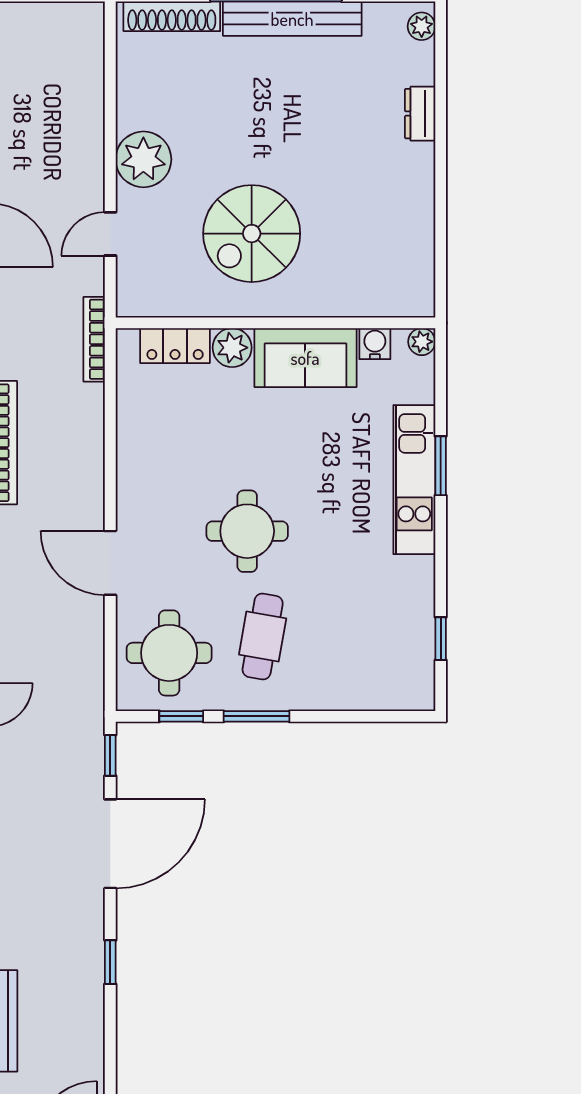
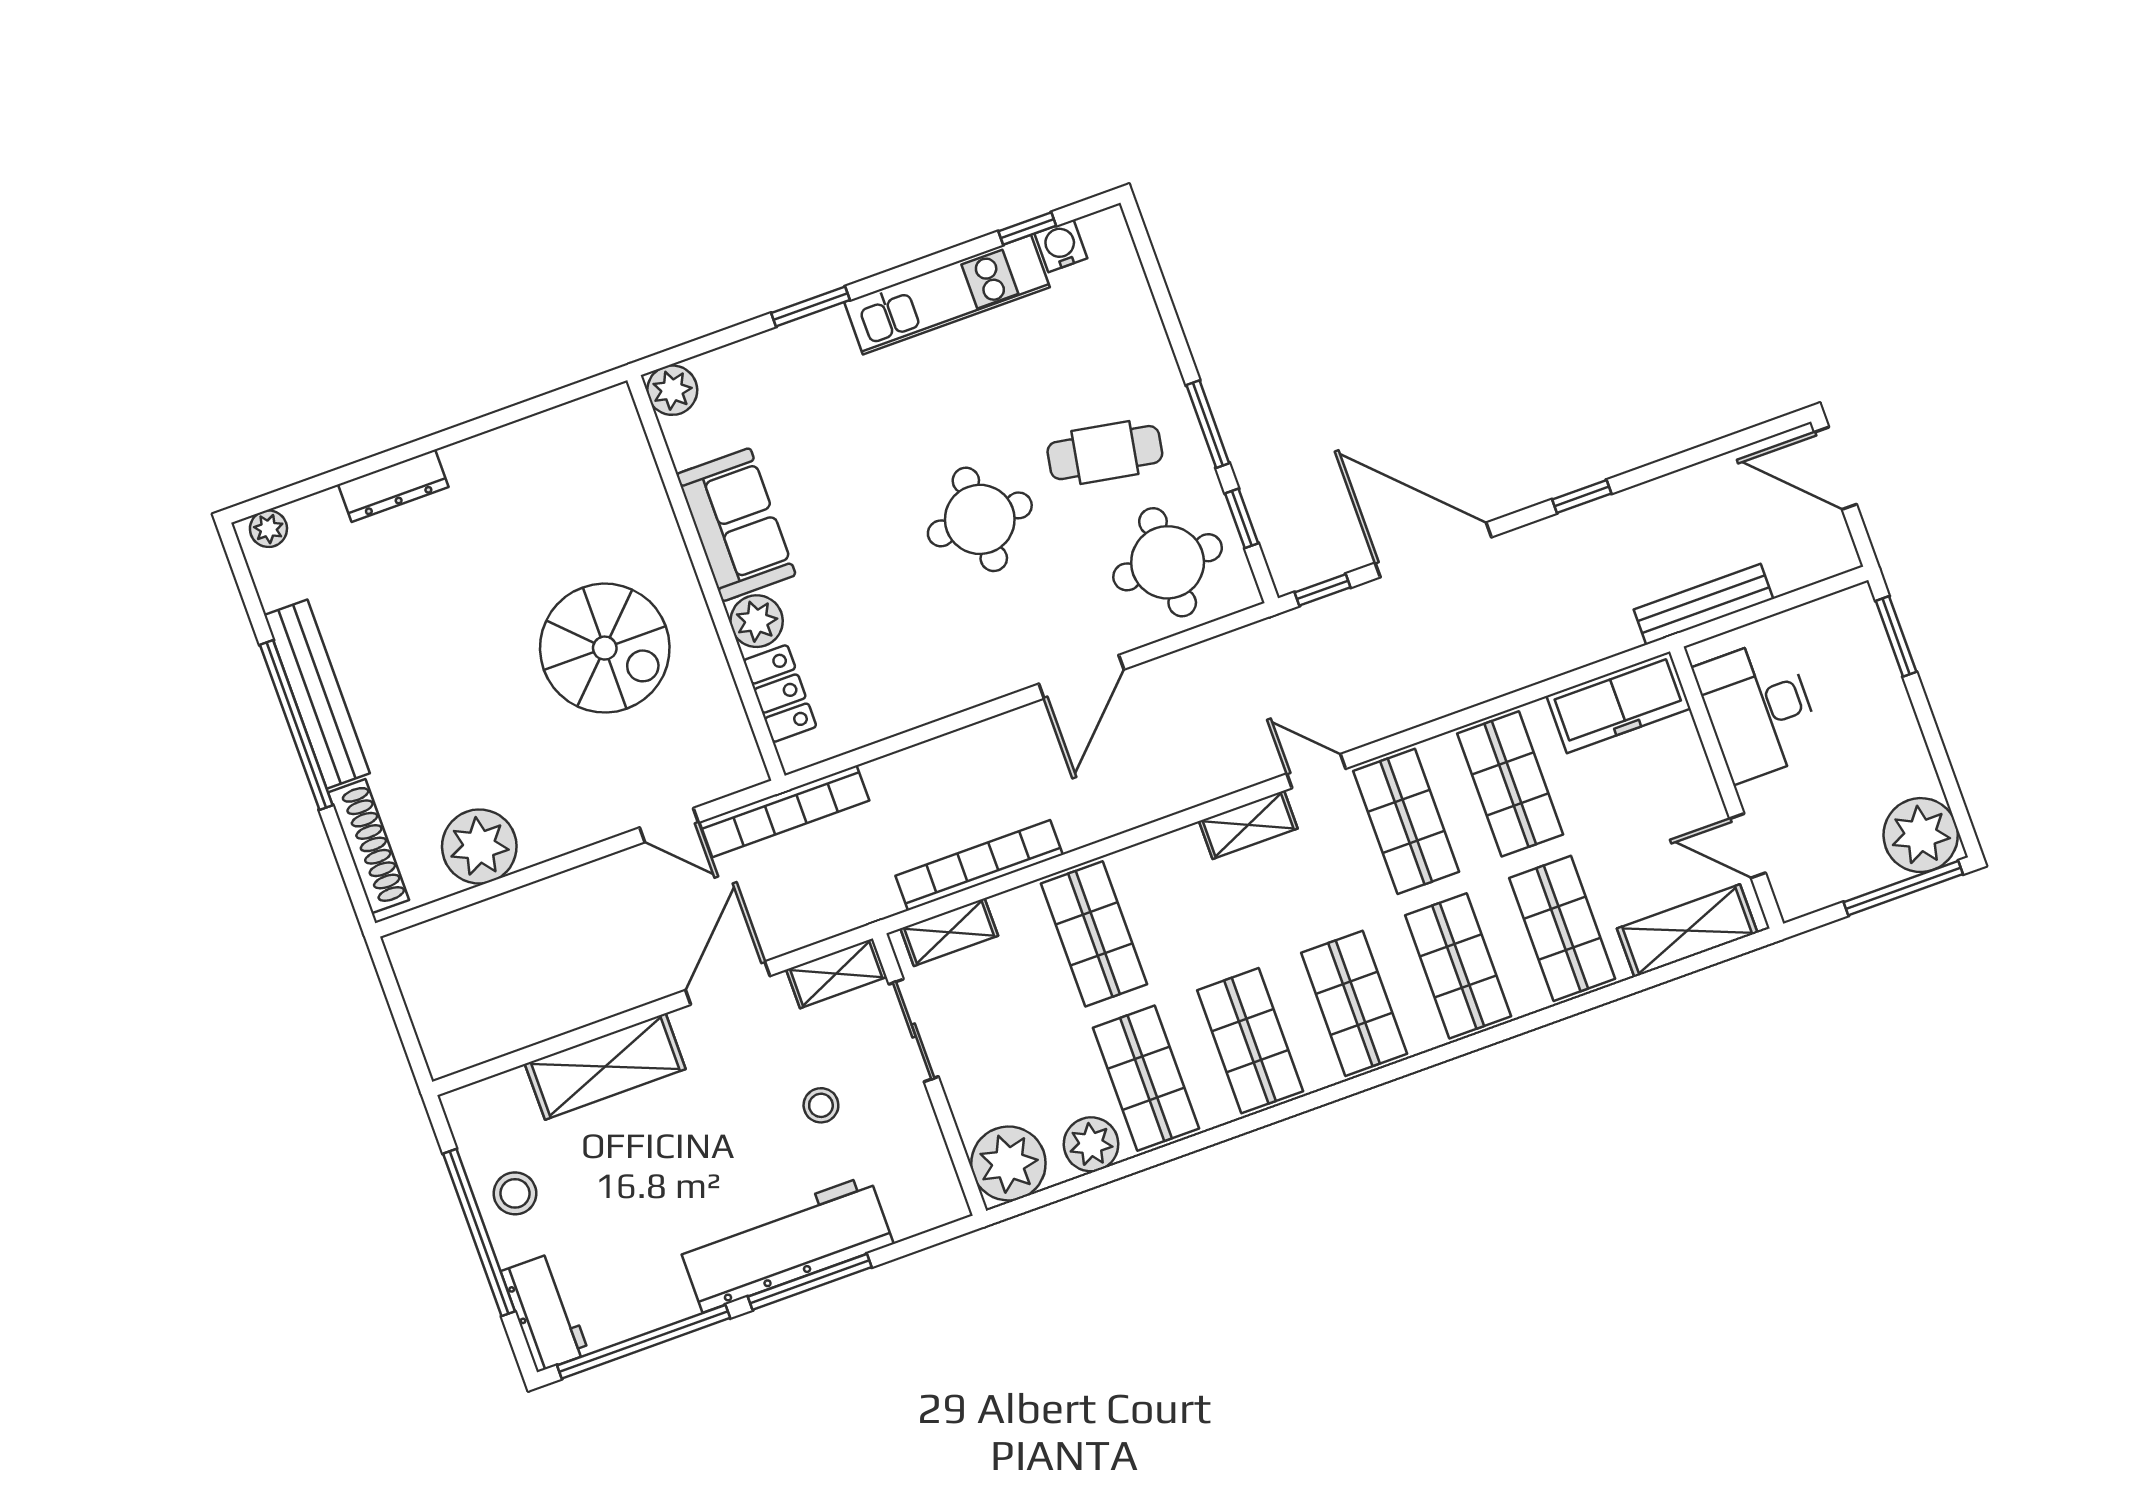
dresser: (420, 114) -> (393, 486), width x1.44
plant: (143, 159) -> (479, 846), moved
bookcase: (94, 339) -> (784, 811), width x1.48, depth x1.31
plant: (422, 342) -> (672, 390), width x1.38, depth x1.38
water cooler: (375, 344) -> (1061, 246), moved, turned 90
kitchen unit: (414, 480) -> (947, 295), moved

